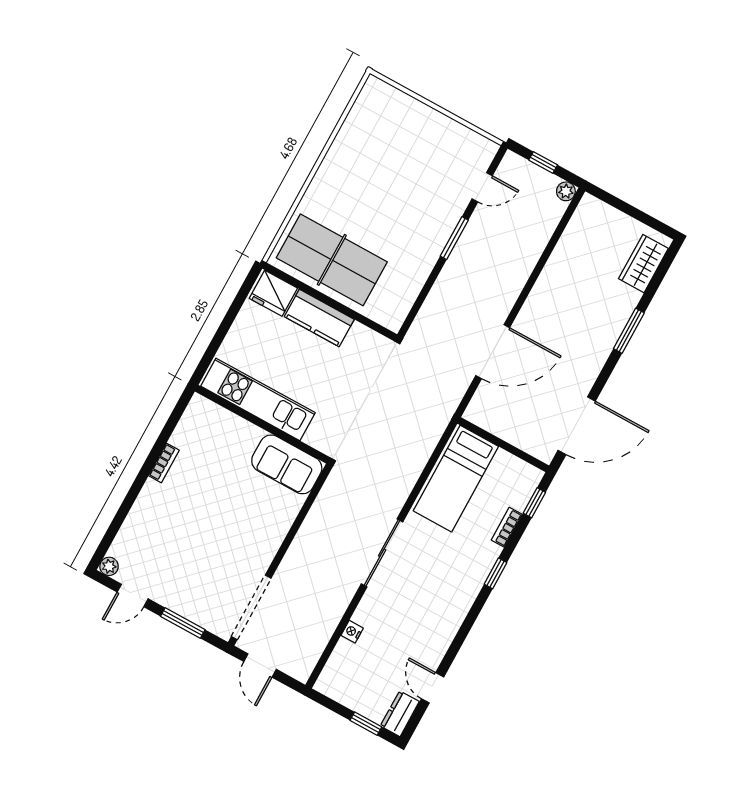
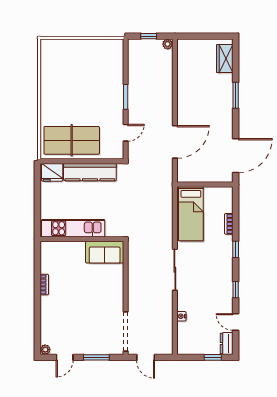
door: (482, 187) -> (126, 133), moved
kitchen counter: (319, 318) -> (90, 172), width x1.50
window: (534, 503) -> (236, 290), moved

